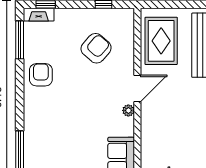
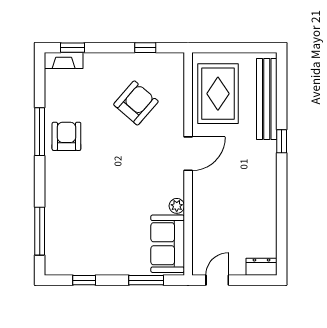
window: (20, 40) -> (40, 132), moved
plant: (128, 110) -> (177, 206), moved

